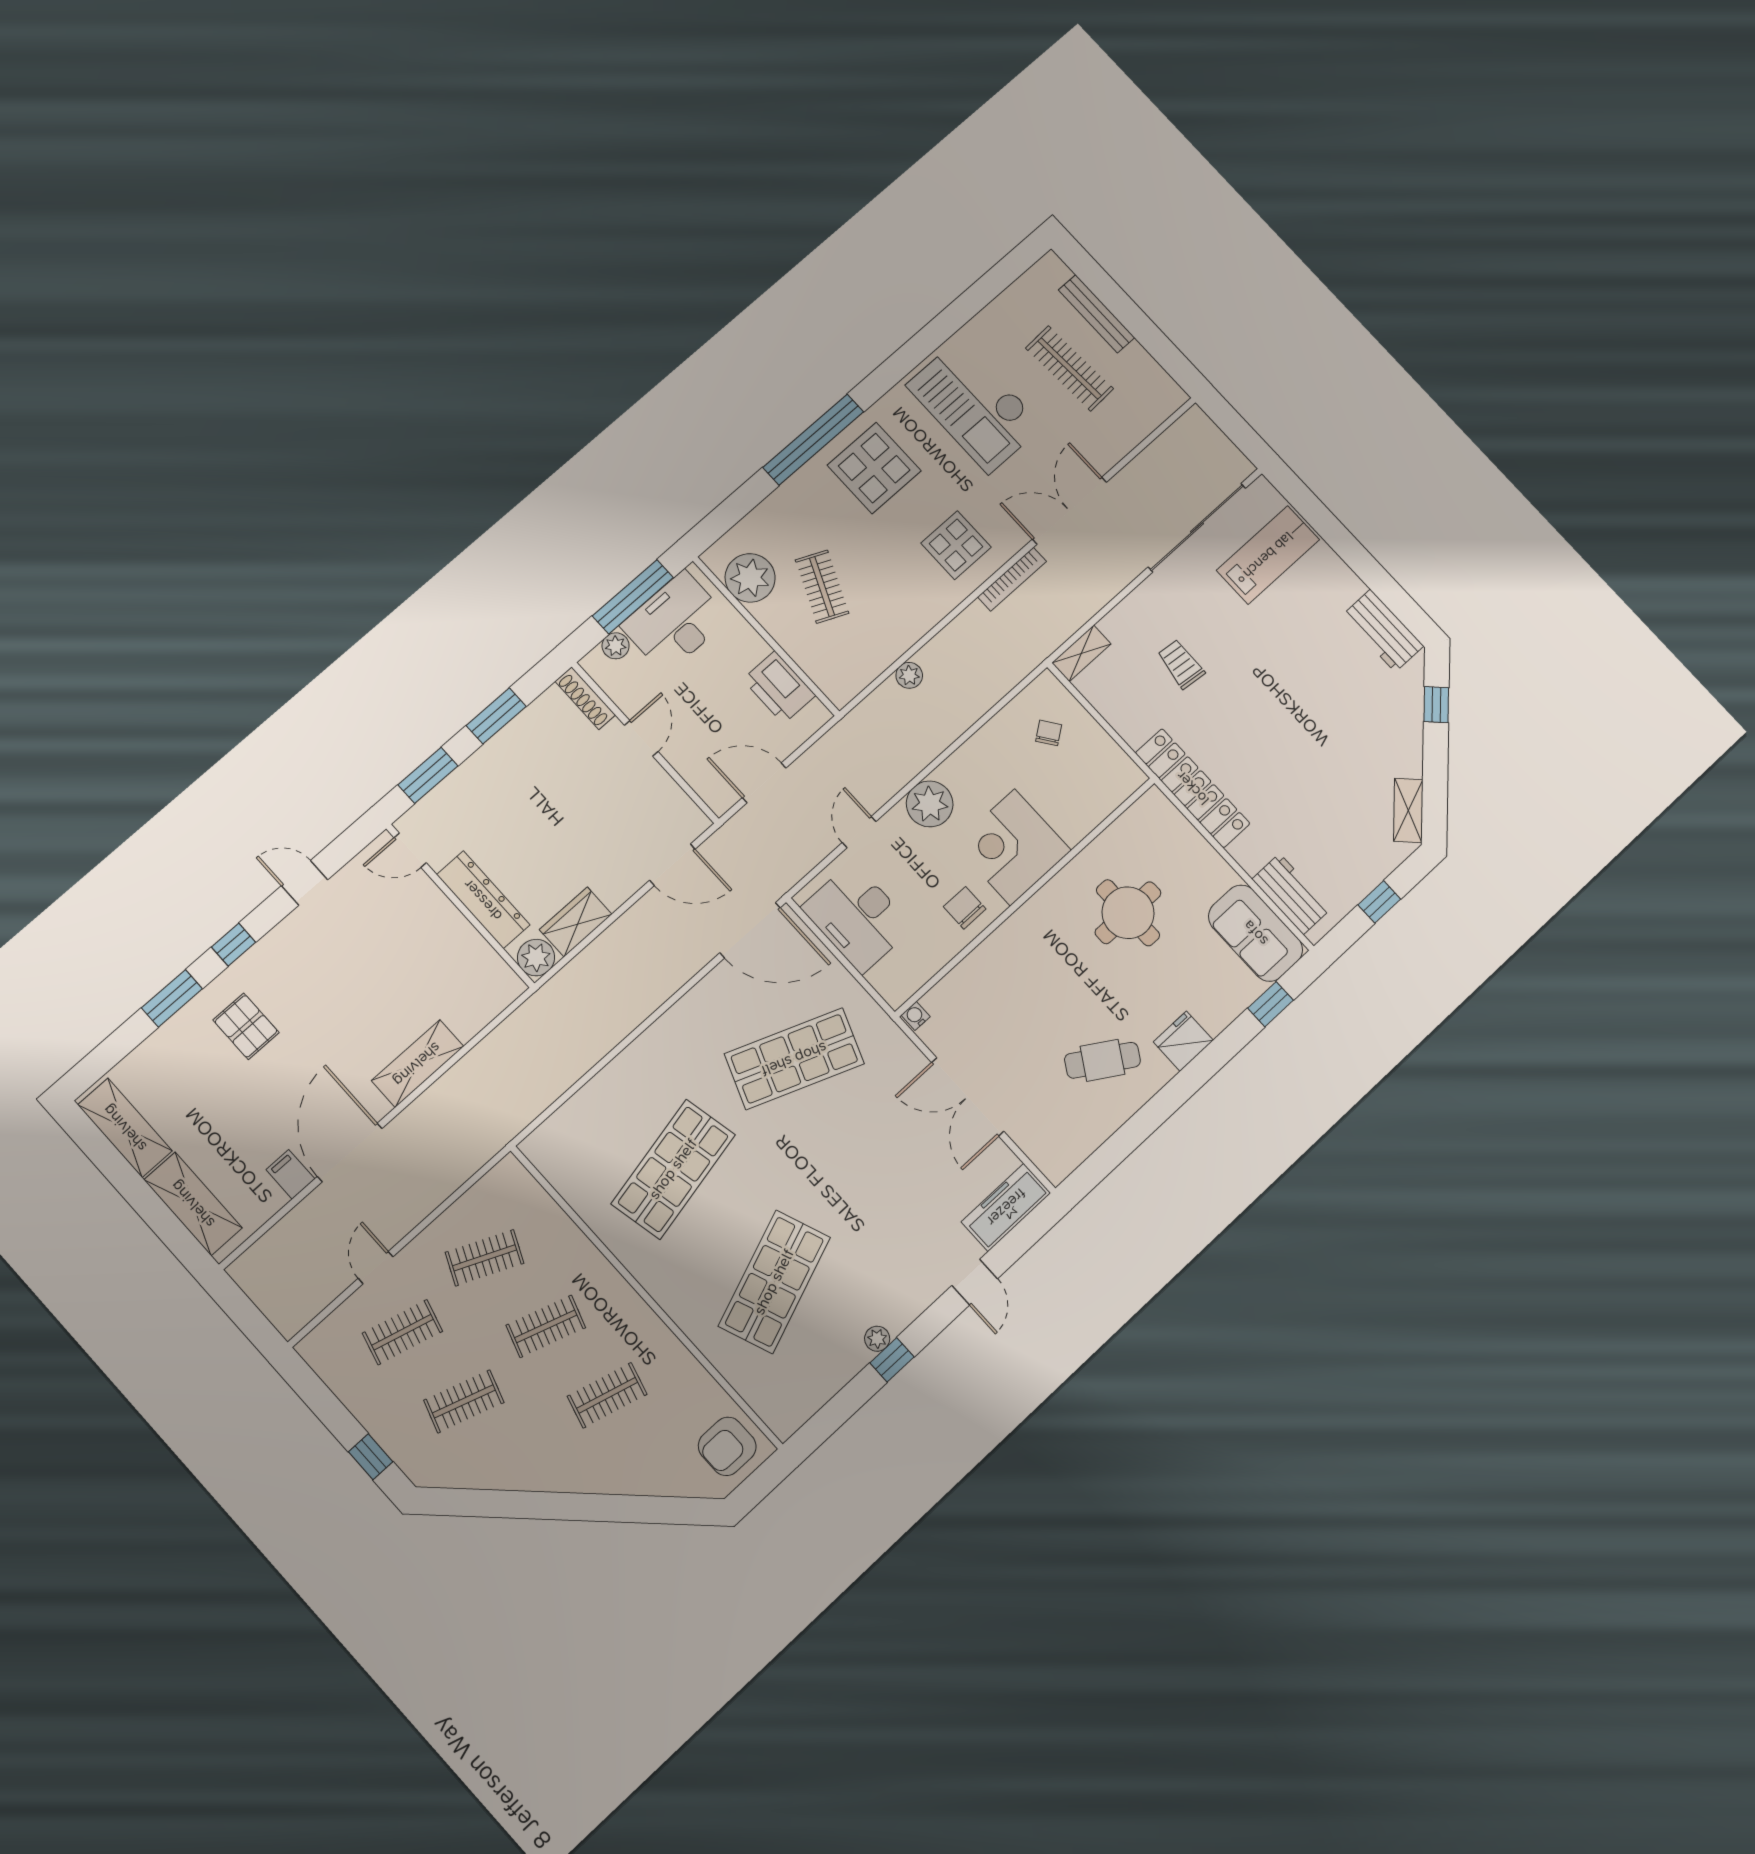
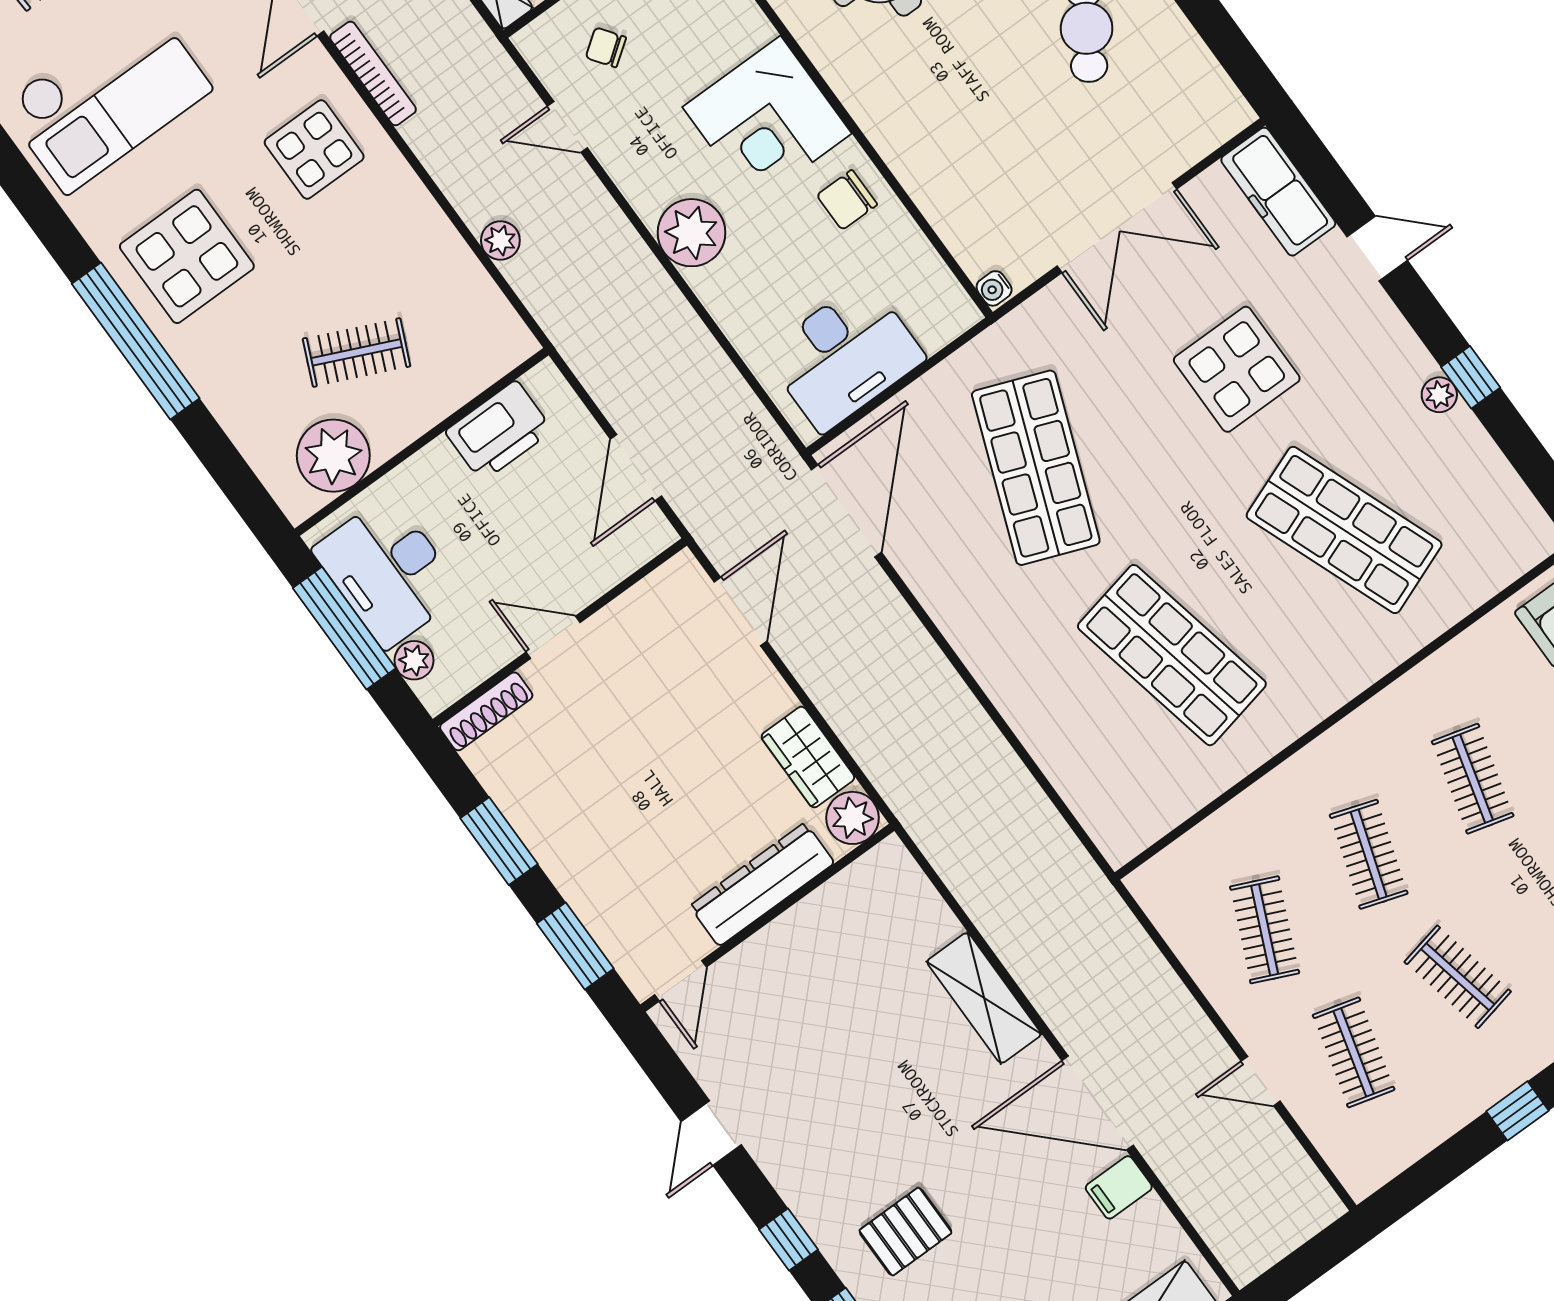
door: (859, 832) -> (567, 127), moved
display table: (879, 1192) -> (1237, 369), added
clothes rail: (464, 1401) -> (1458, 977), turned -30

